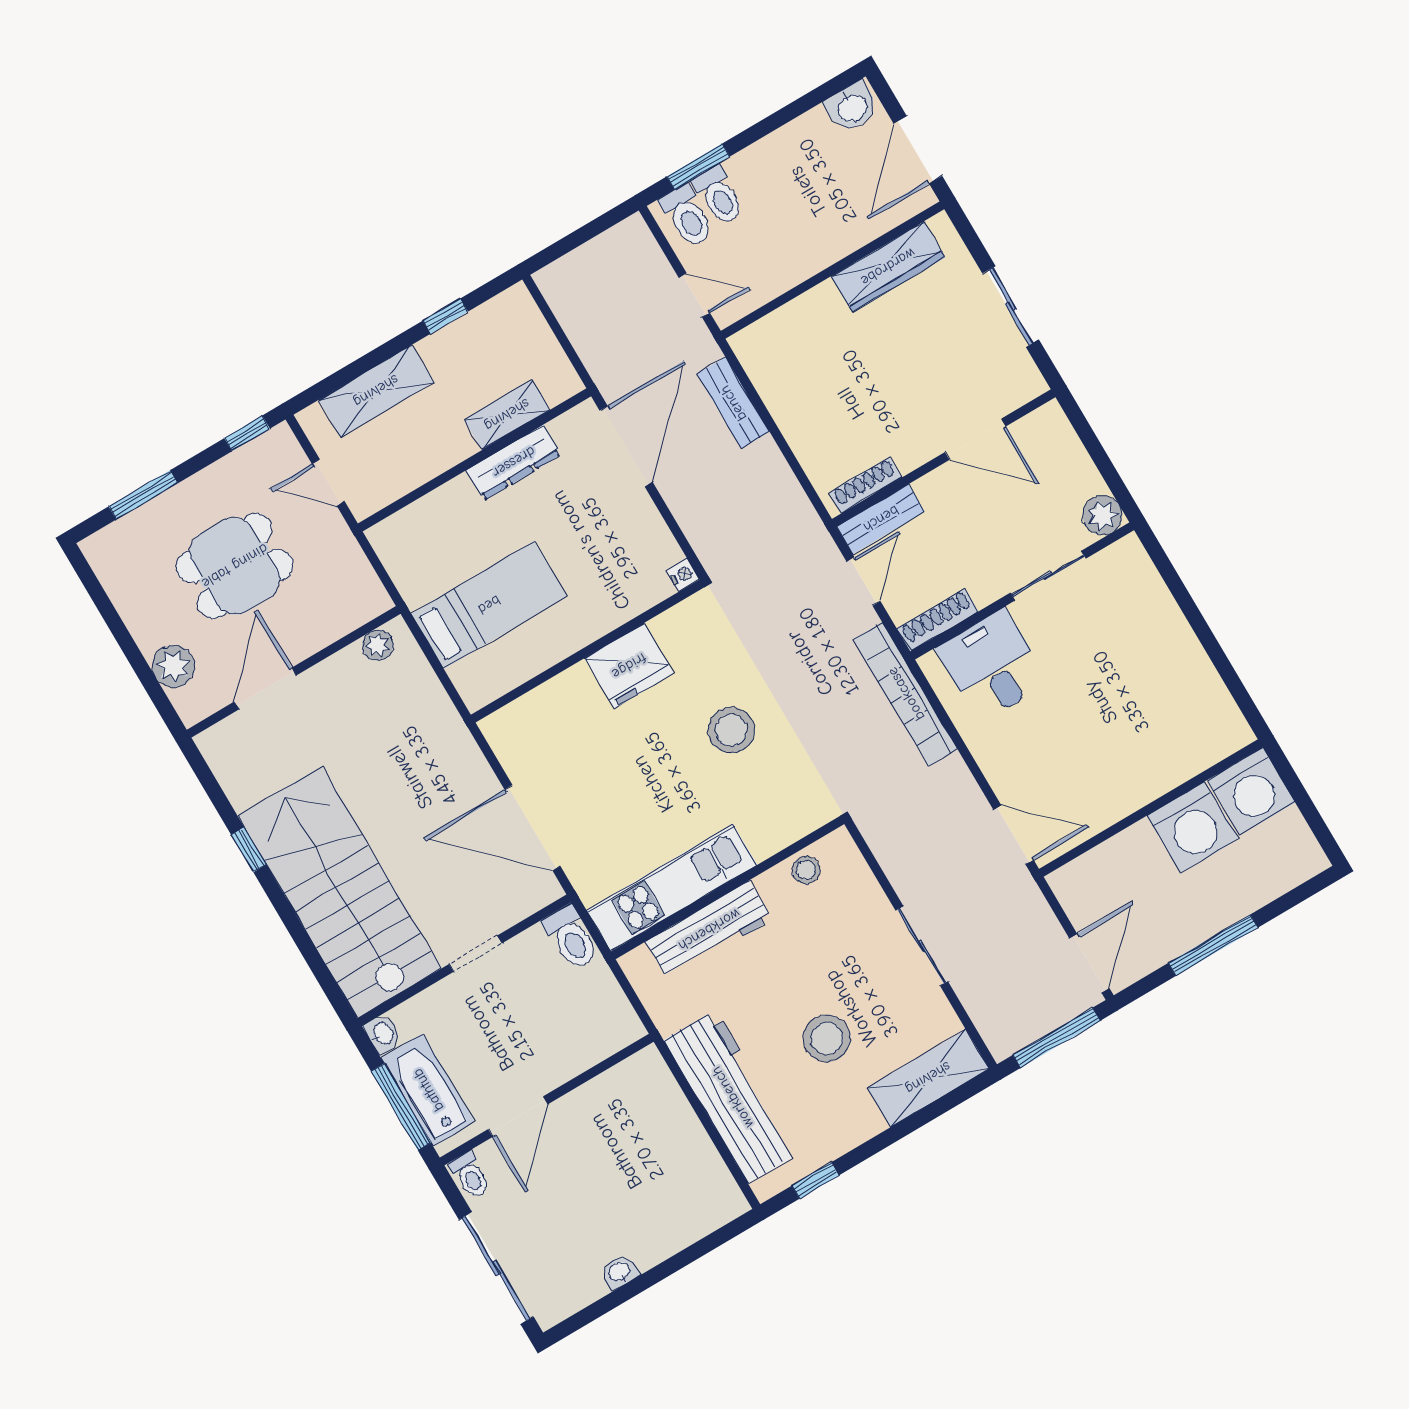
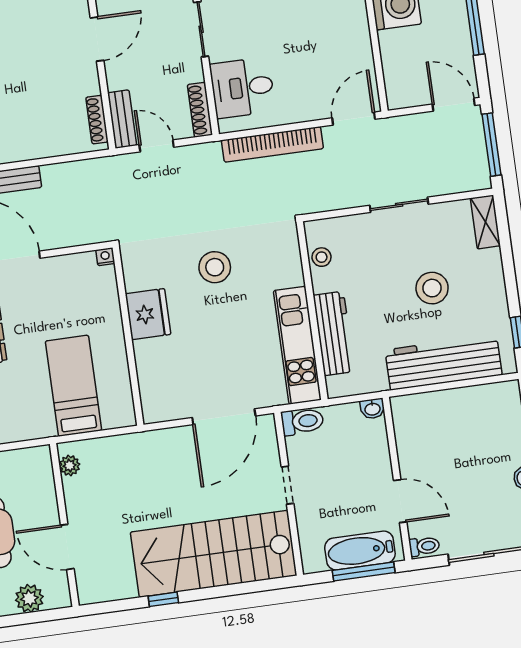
bookcase: (906, 694) -> (272, 144), moved
washbasin: (383, 1034) -> (372, 409), moved, turned 180
shelving: (928, 1078) -> (485, 222), width x0.67, depth x0.75

